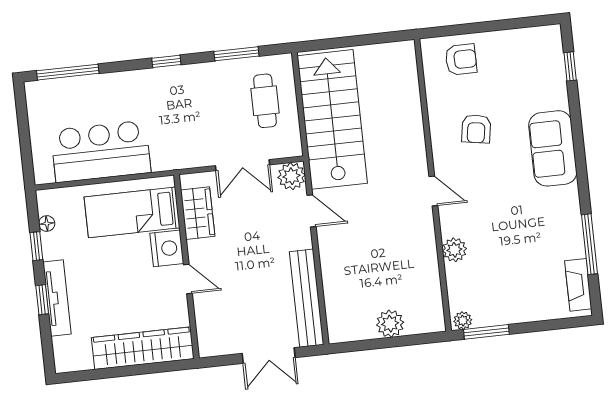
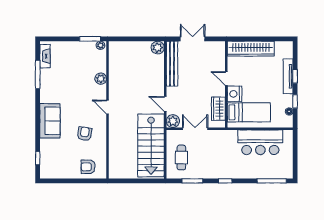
plant: (390, 324) -> (158, 48), moved

